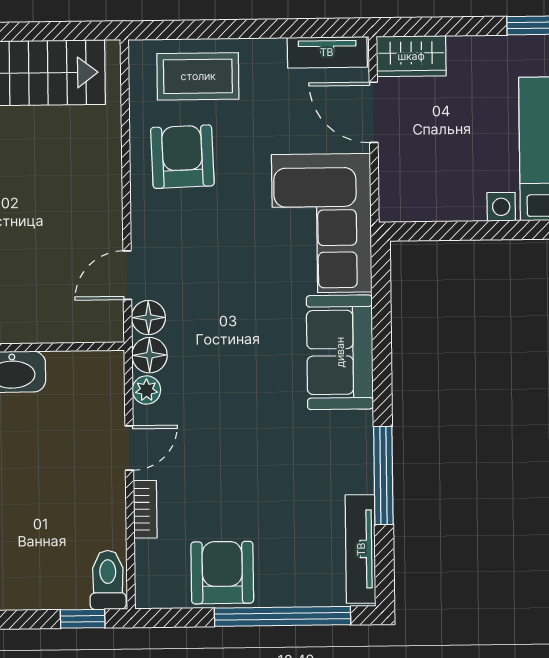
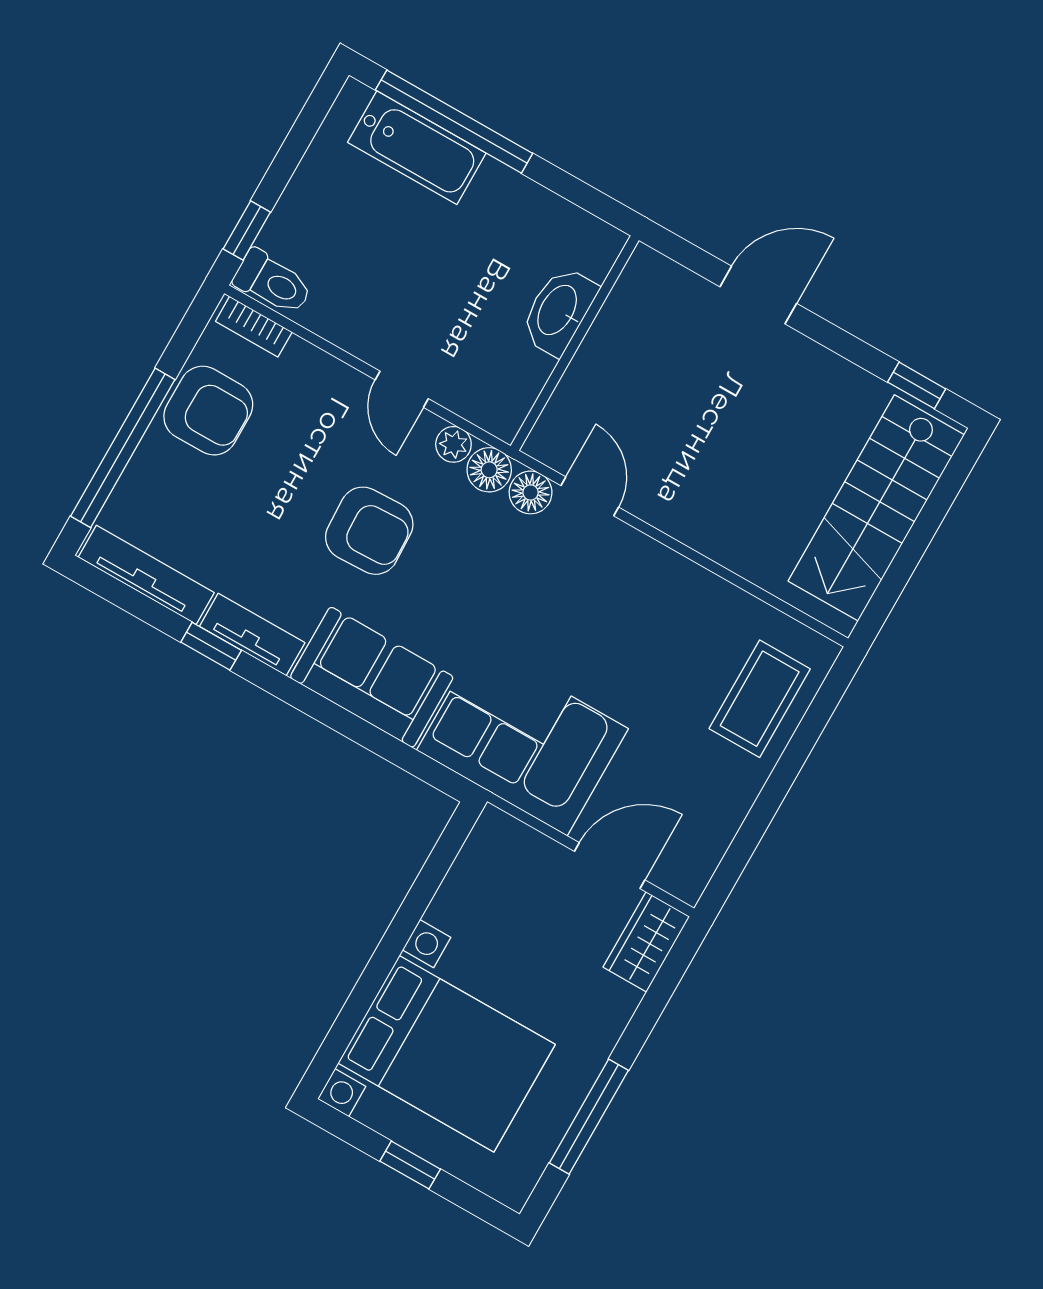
tv unit: (327, 52) -> (252, 635), moved, turned 90
armchair: (182, 157) -> (369, 531), moved
window: (383, 475) -> (211, 646), width x0.46
bookcase: (145, 509) -> (254, 327), moved

